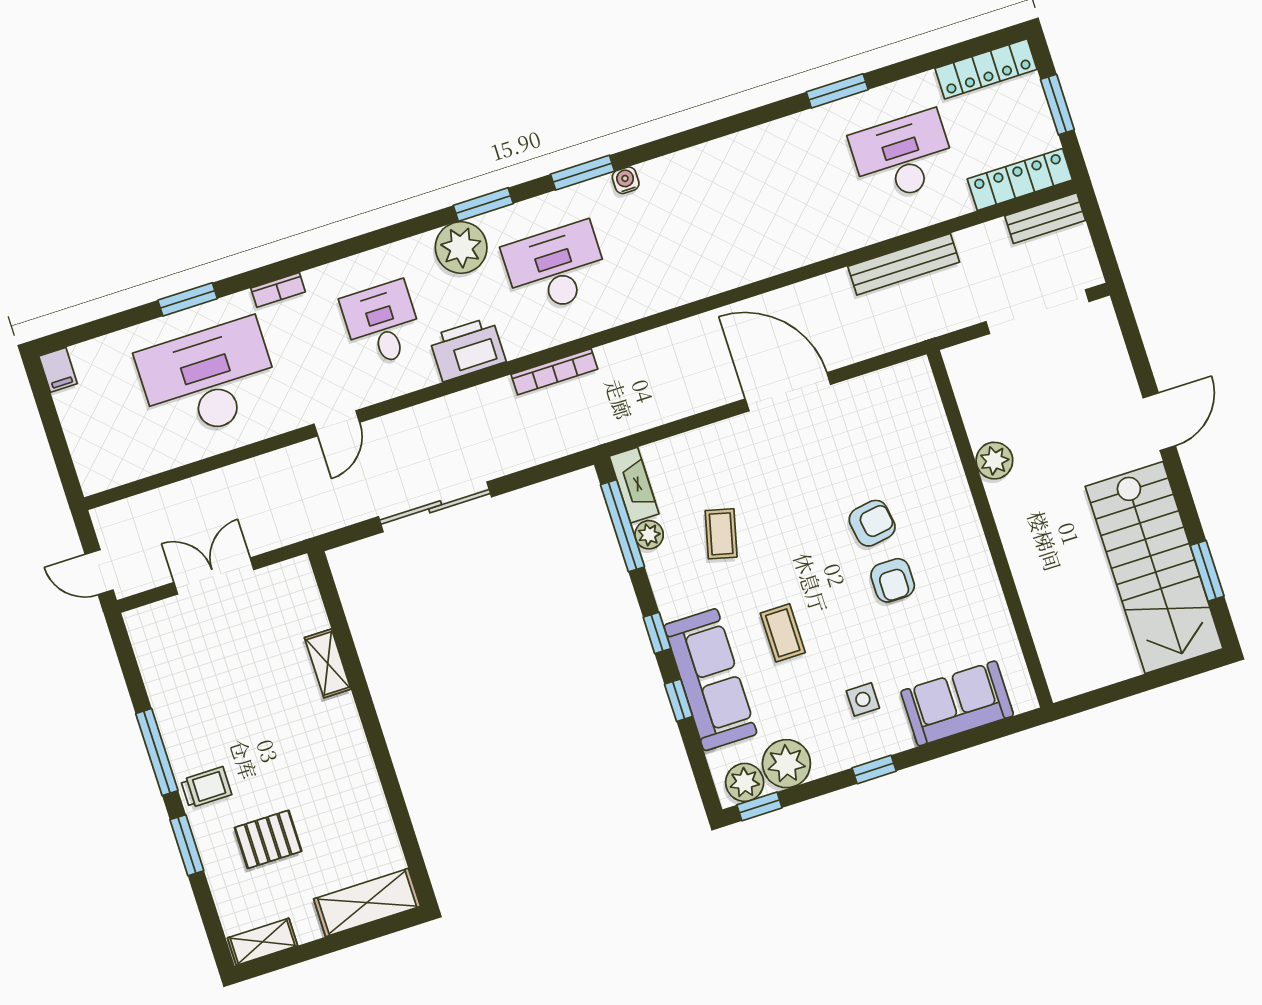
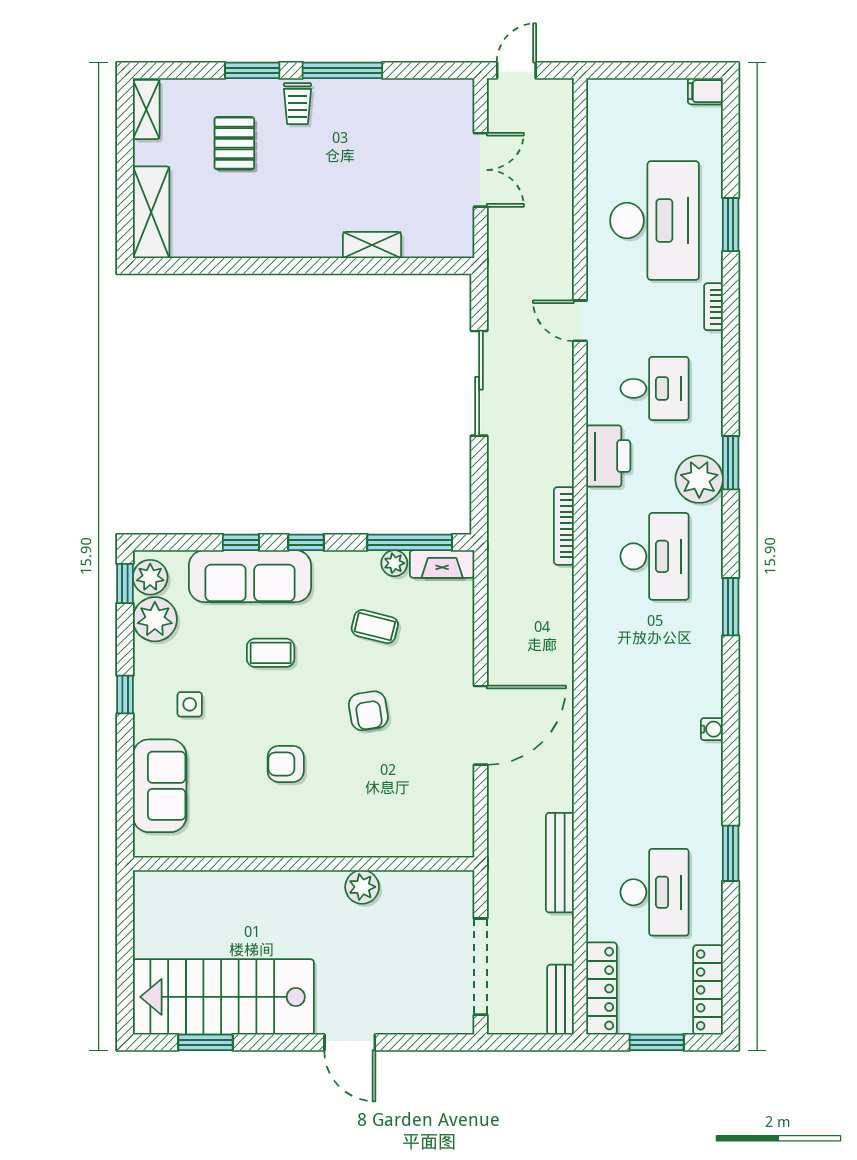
water cooler: (626, 180) -> (712, 729), moved
window: (483, 204) -> (731, 463), moved
armchair: (872, 523) -> (368, 711), moved

